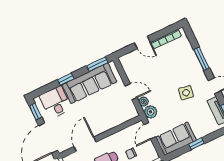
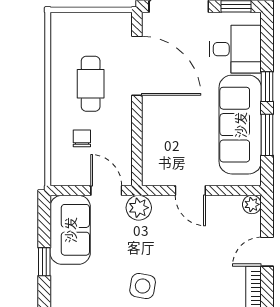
window: (97, 64) -> (267, 135), moved
door: (131, 92) -> (190, 190), hinge flipped
plant: (144, 102) -> (252, 204), moved
door: (85, 144) -> (137, 66), width x1.36

